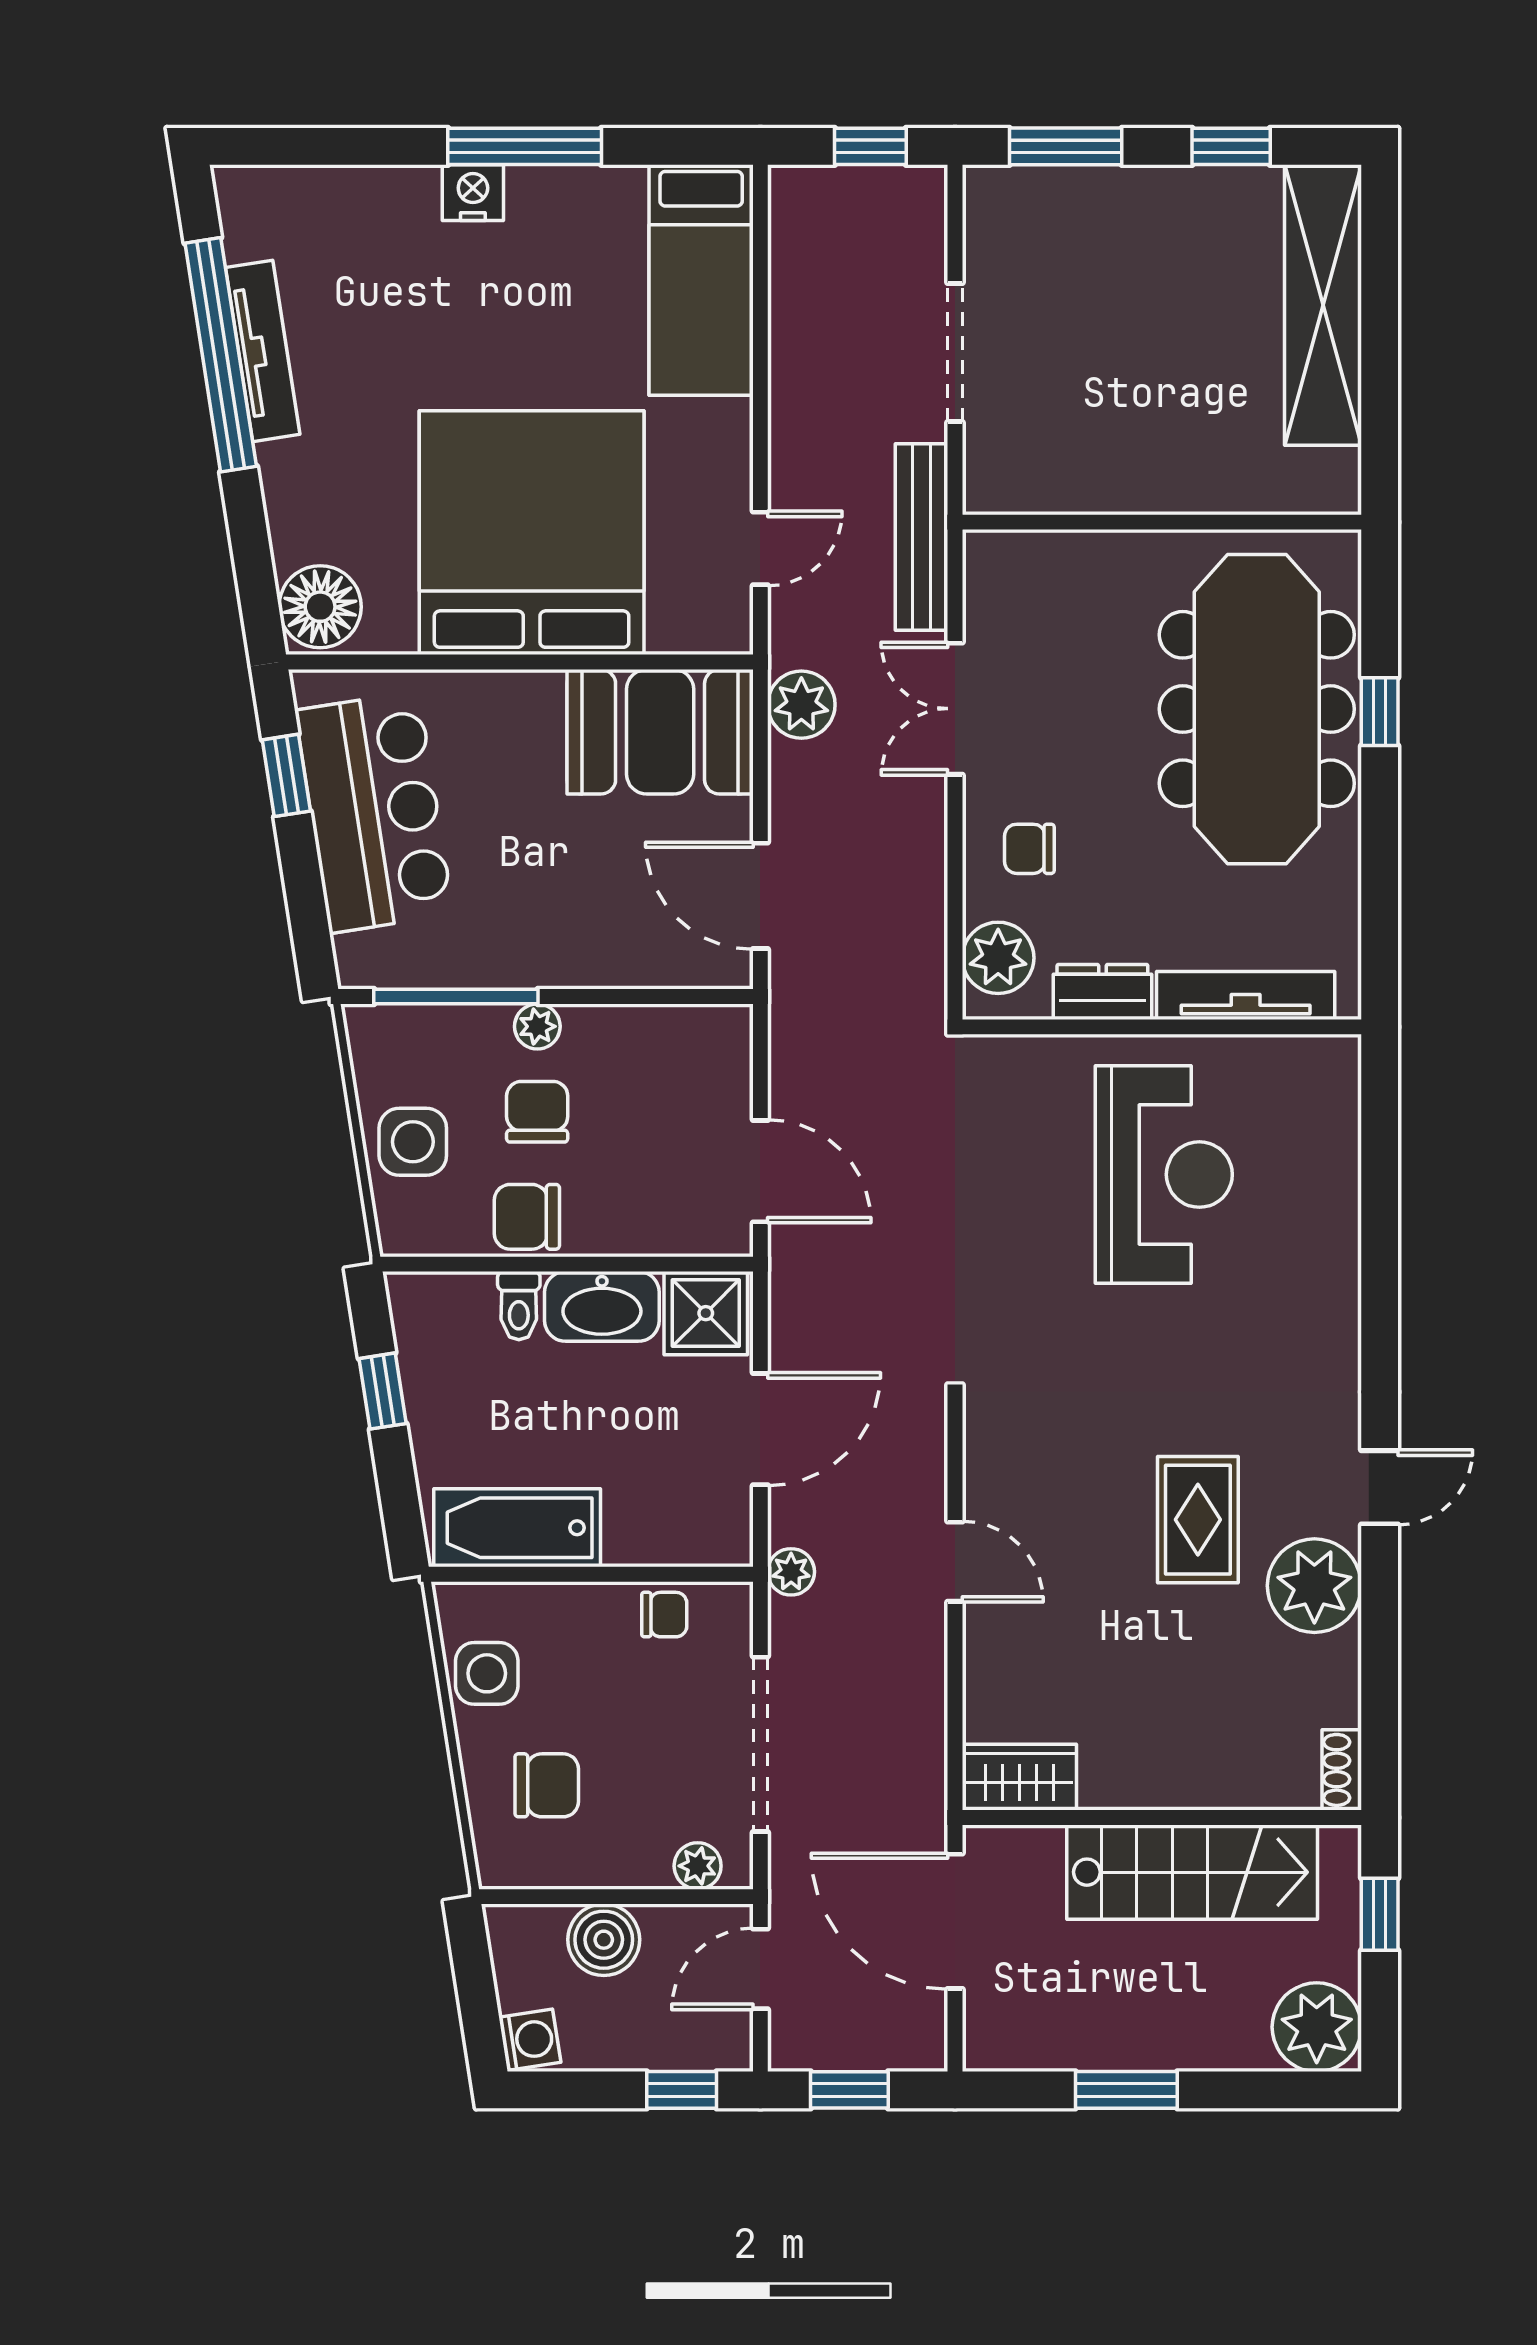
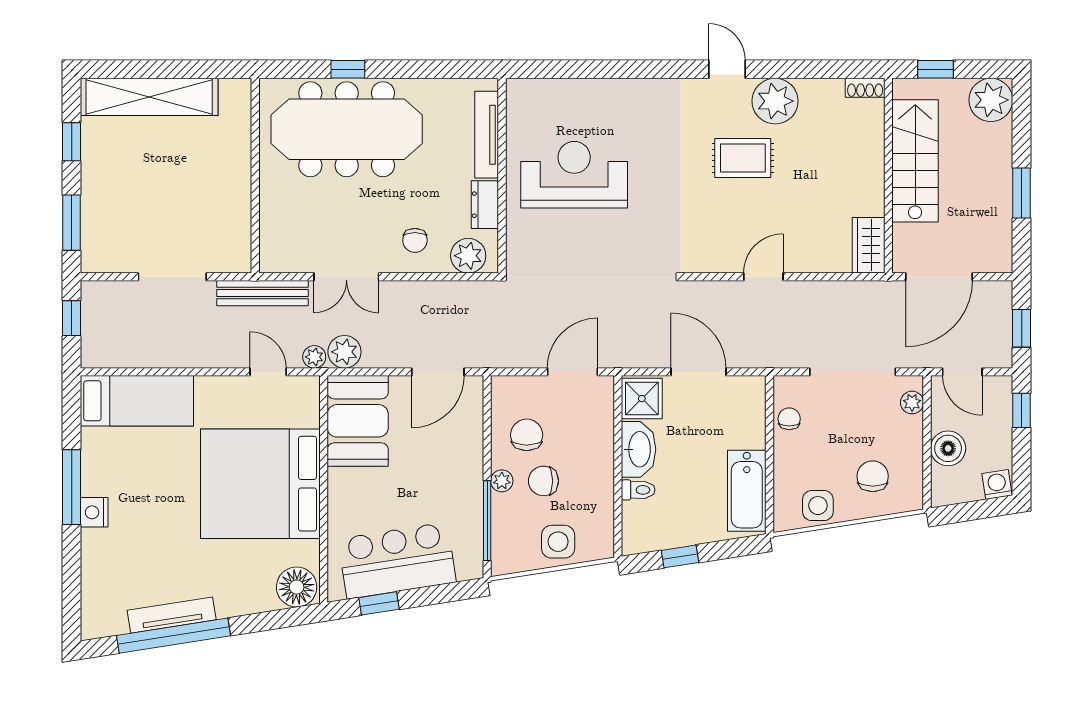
chair: (527, 1217) -> (527, 435), moved, turned 180
plant: (791, 1572) -> (314, 357), moved

